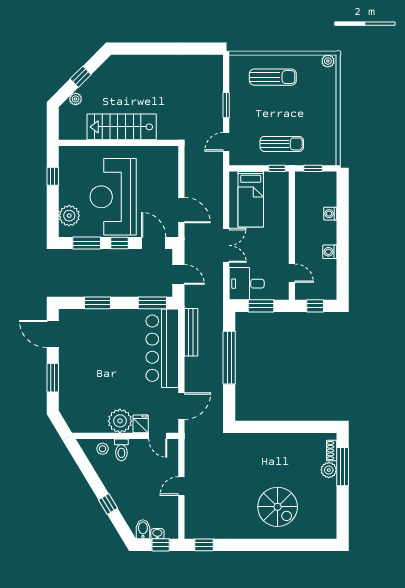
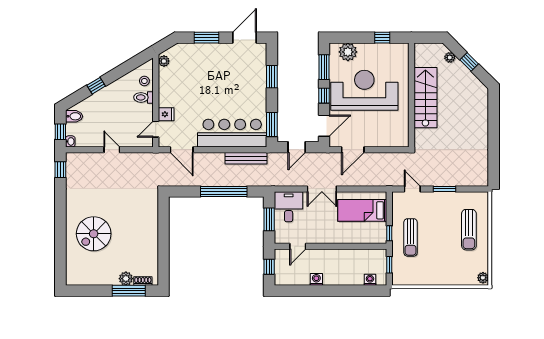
washing machine: (330, 214) -> (370, 280), moved
plant: (120, 421) -> (164, 61), moved, width x0.53, depth x0.53
washbasin: (157, 534) -> (70, 141), moved

